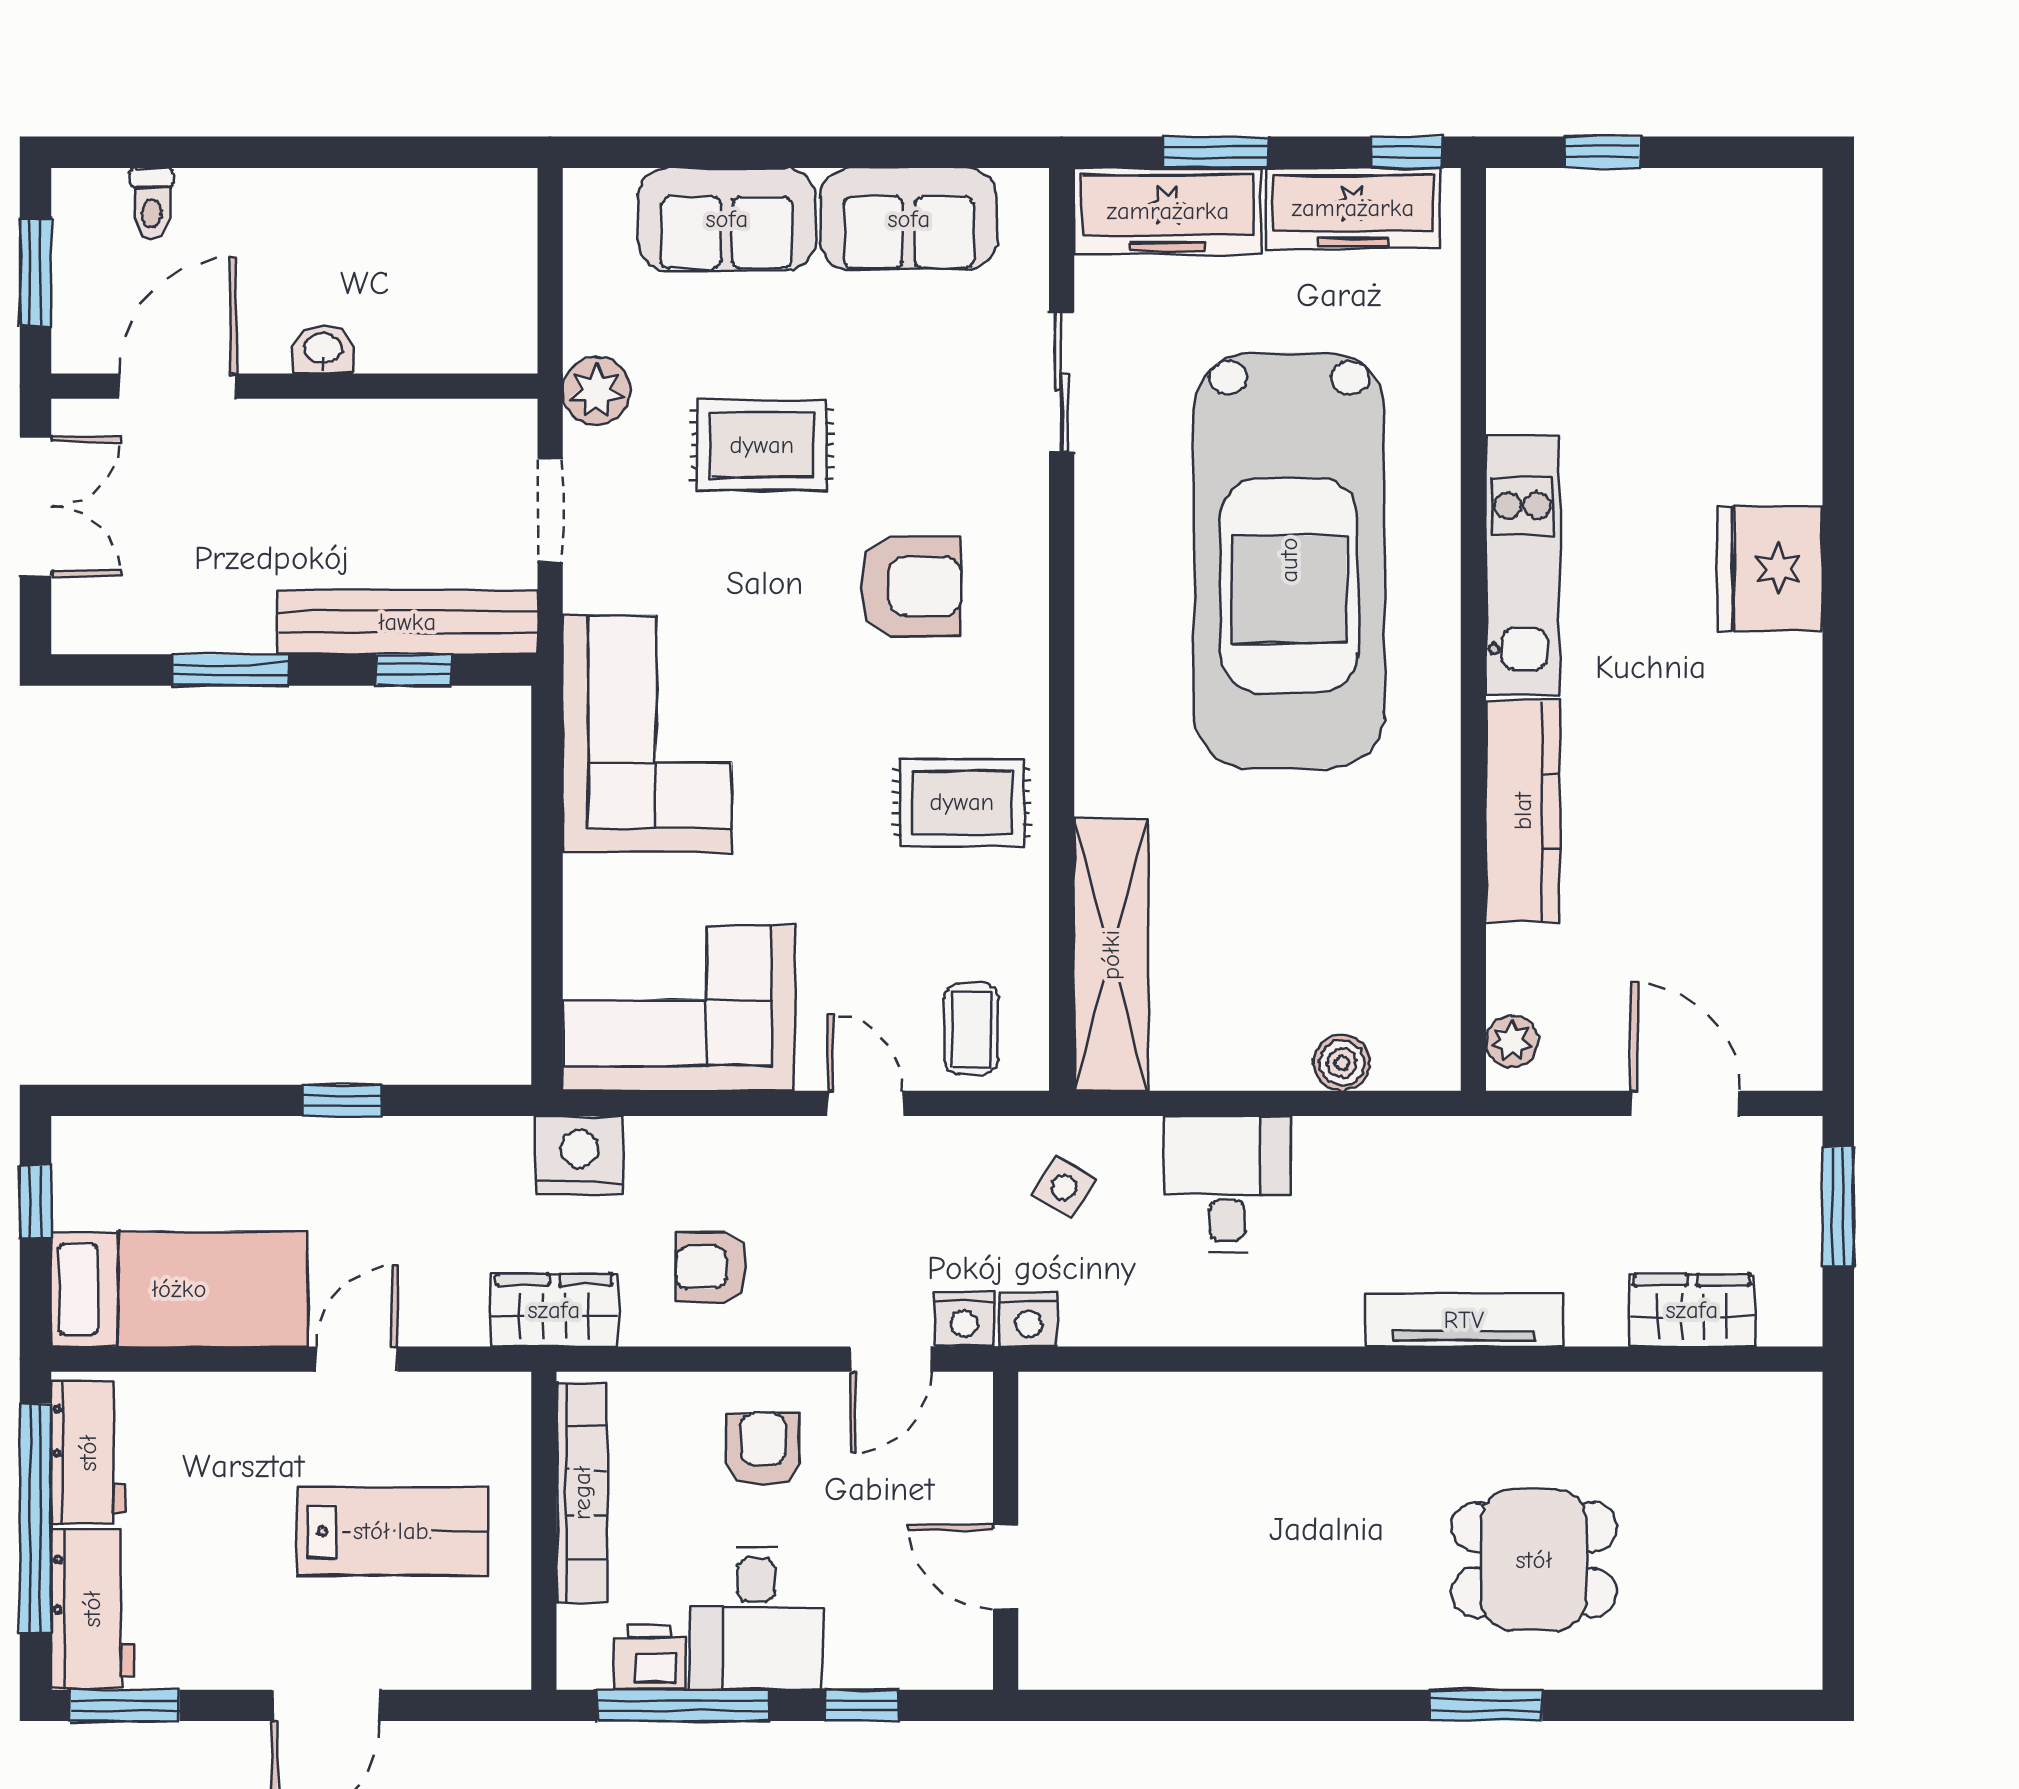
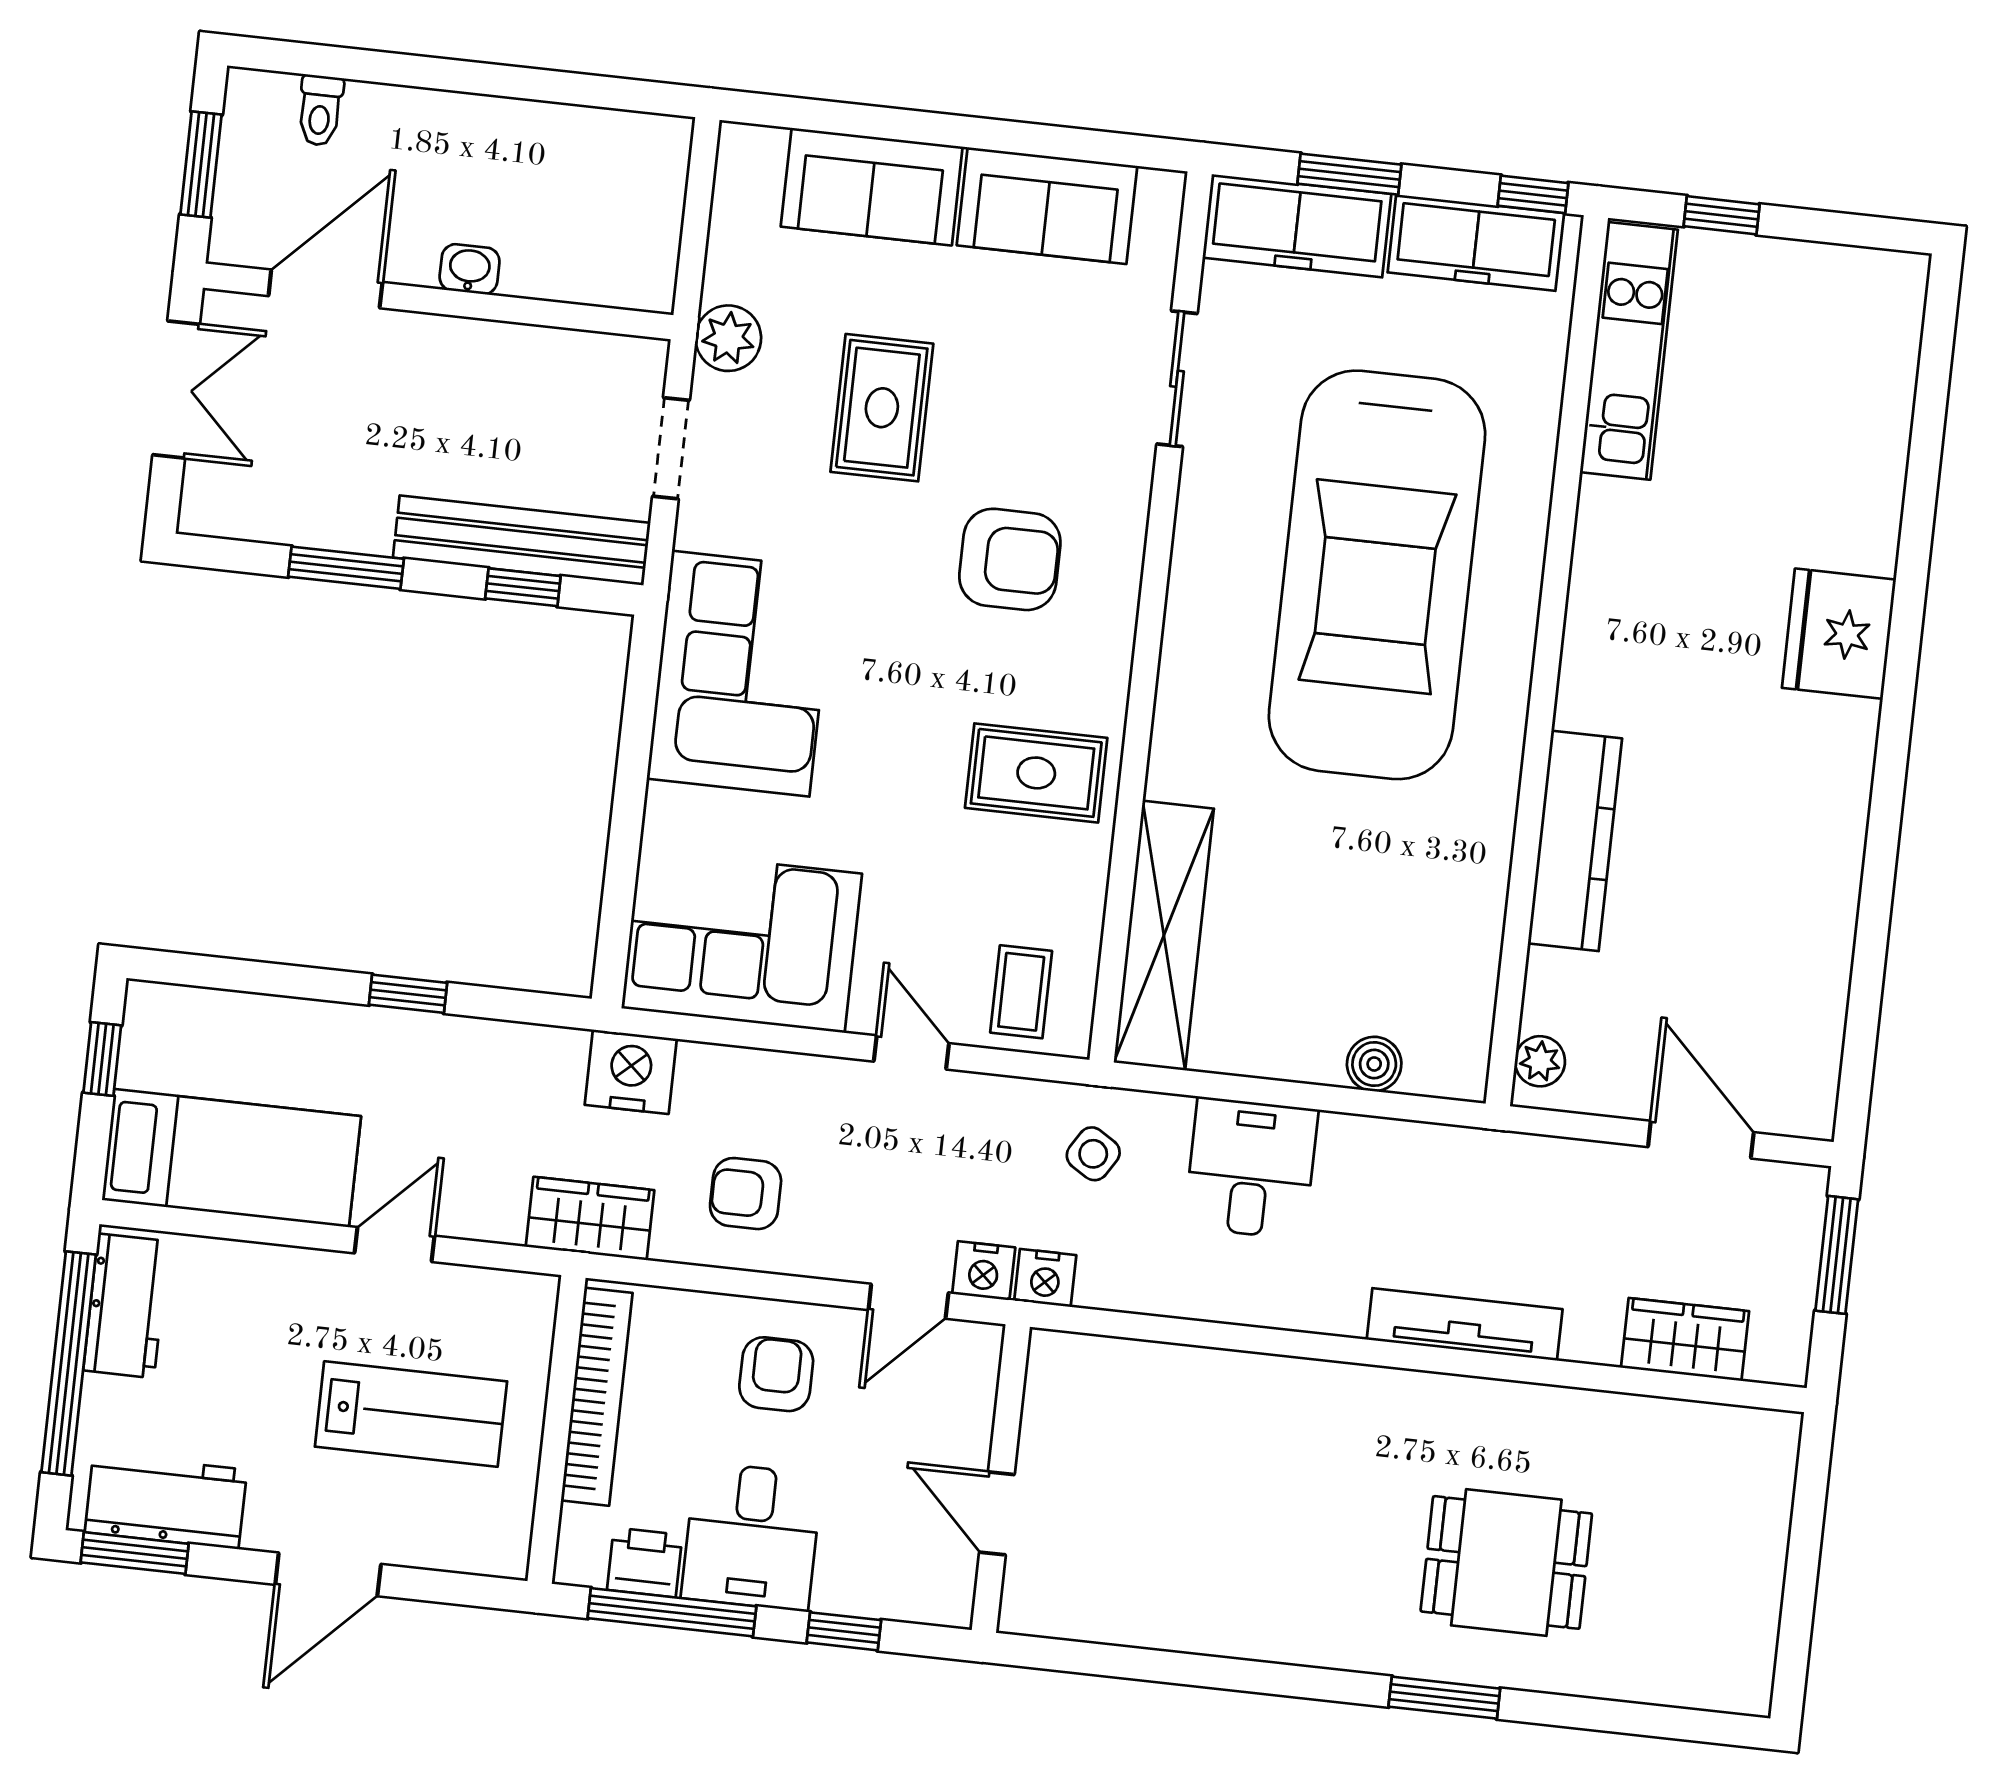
rug: (762, 445) -> (882, 408), turned 90
kitchen unit: (1522, 566) -> (1629, 351), moved
workbench: (92, 1609) -> (166, 1501), moved, turned -90

